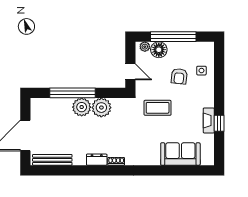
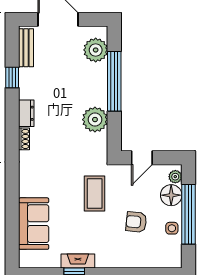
side table: (201, 71) -> (172, 228), moved
plant: (82, 107) -> (96, 50), moved
bench: (52, 160) -> (26, 48), width x0.73
window: (70, 170) -> (12, 77), added

